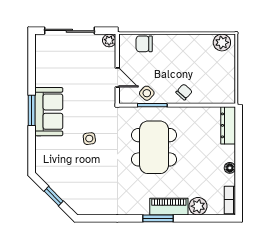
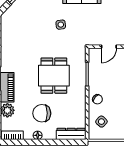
side table: (147, 93) -> (101, 122), moved
dining table: (154, 147) -> (54, 76), width x0.73
chair: (202, 163) -> (42, 113), added

